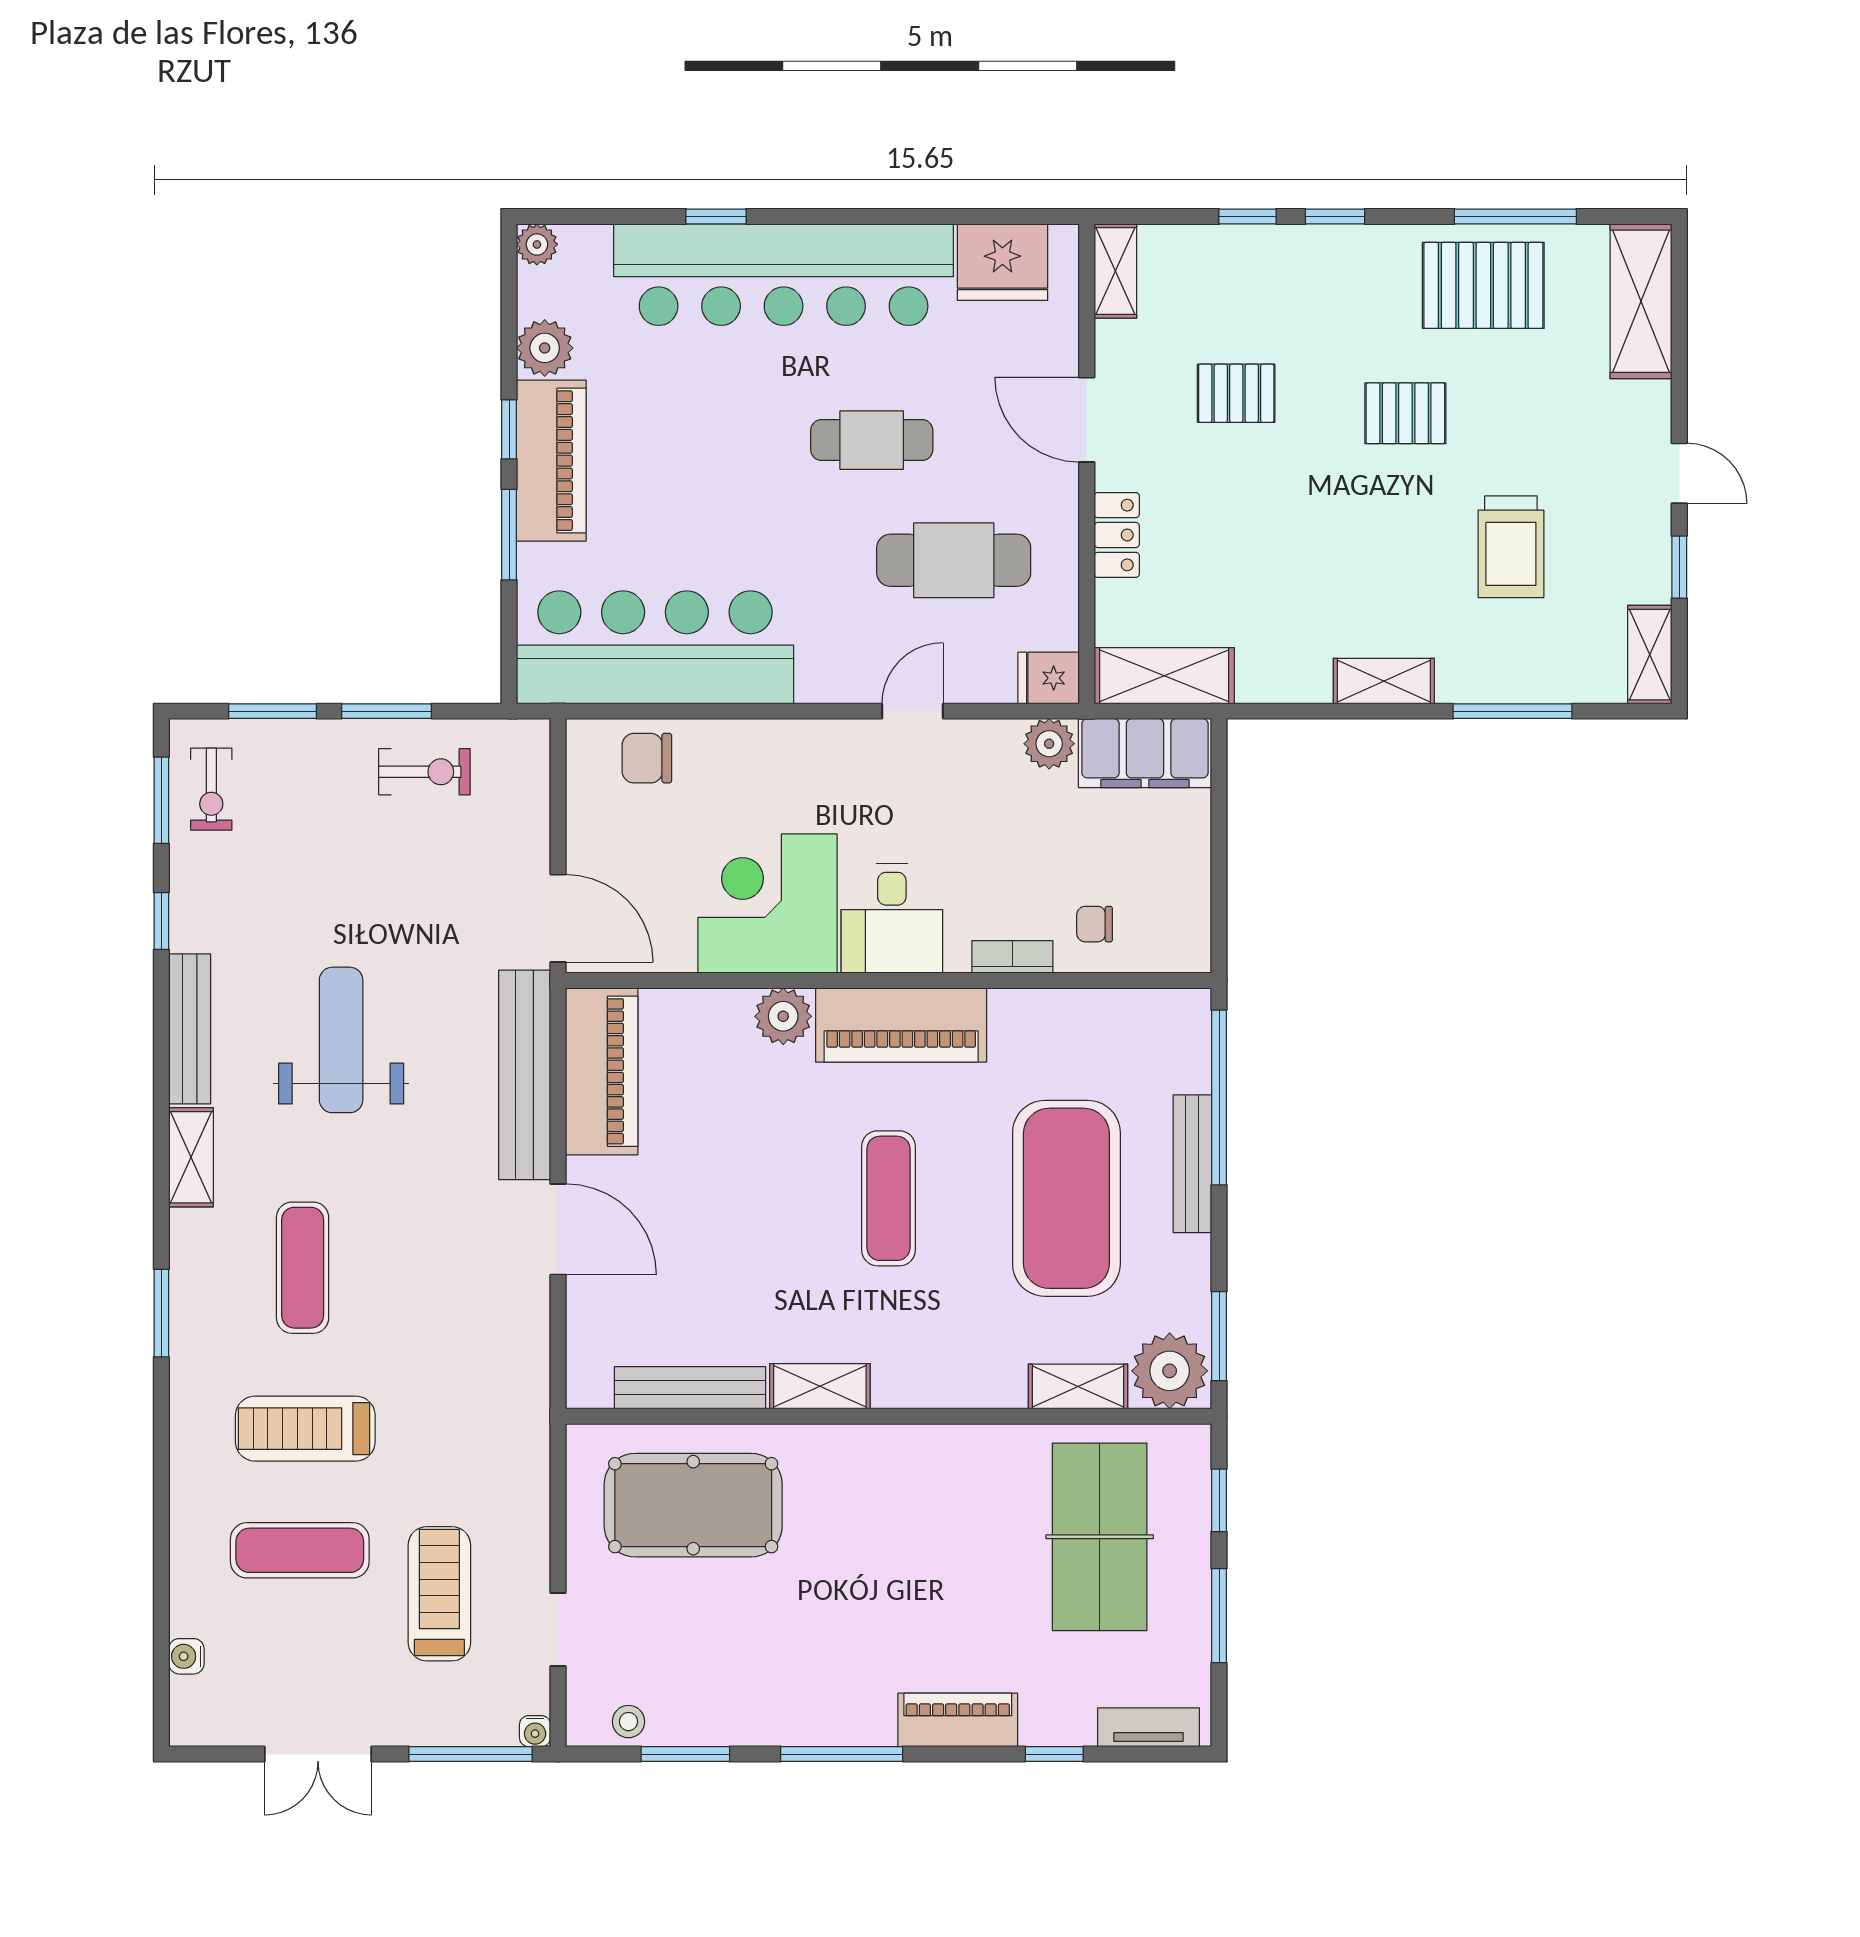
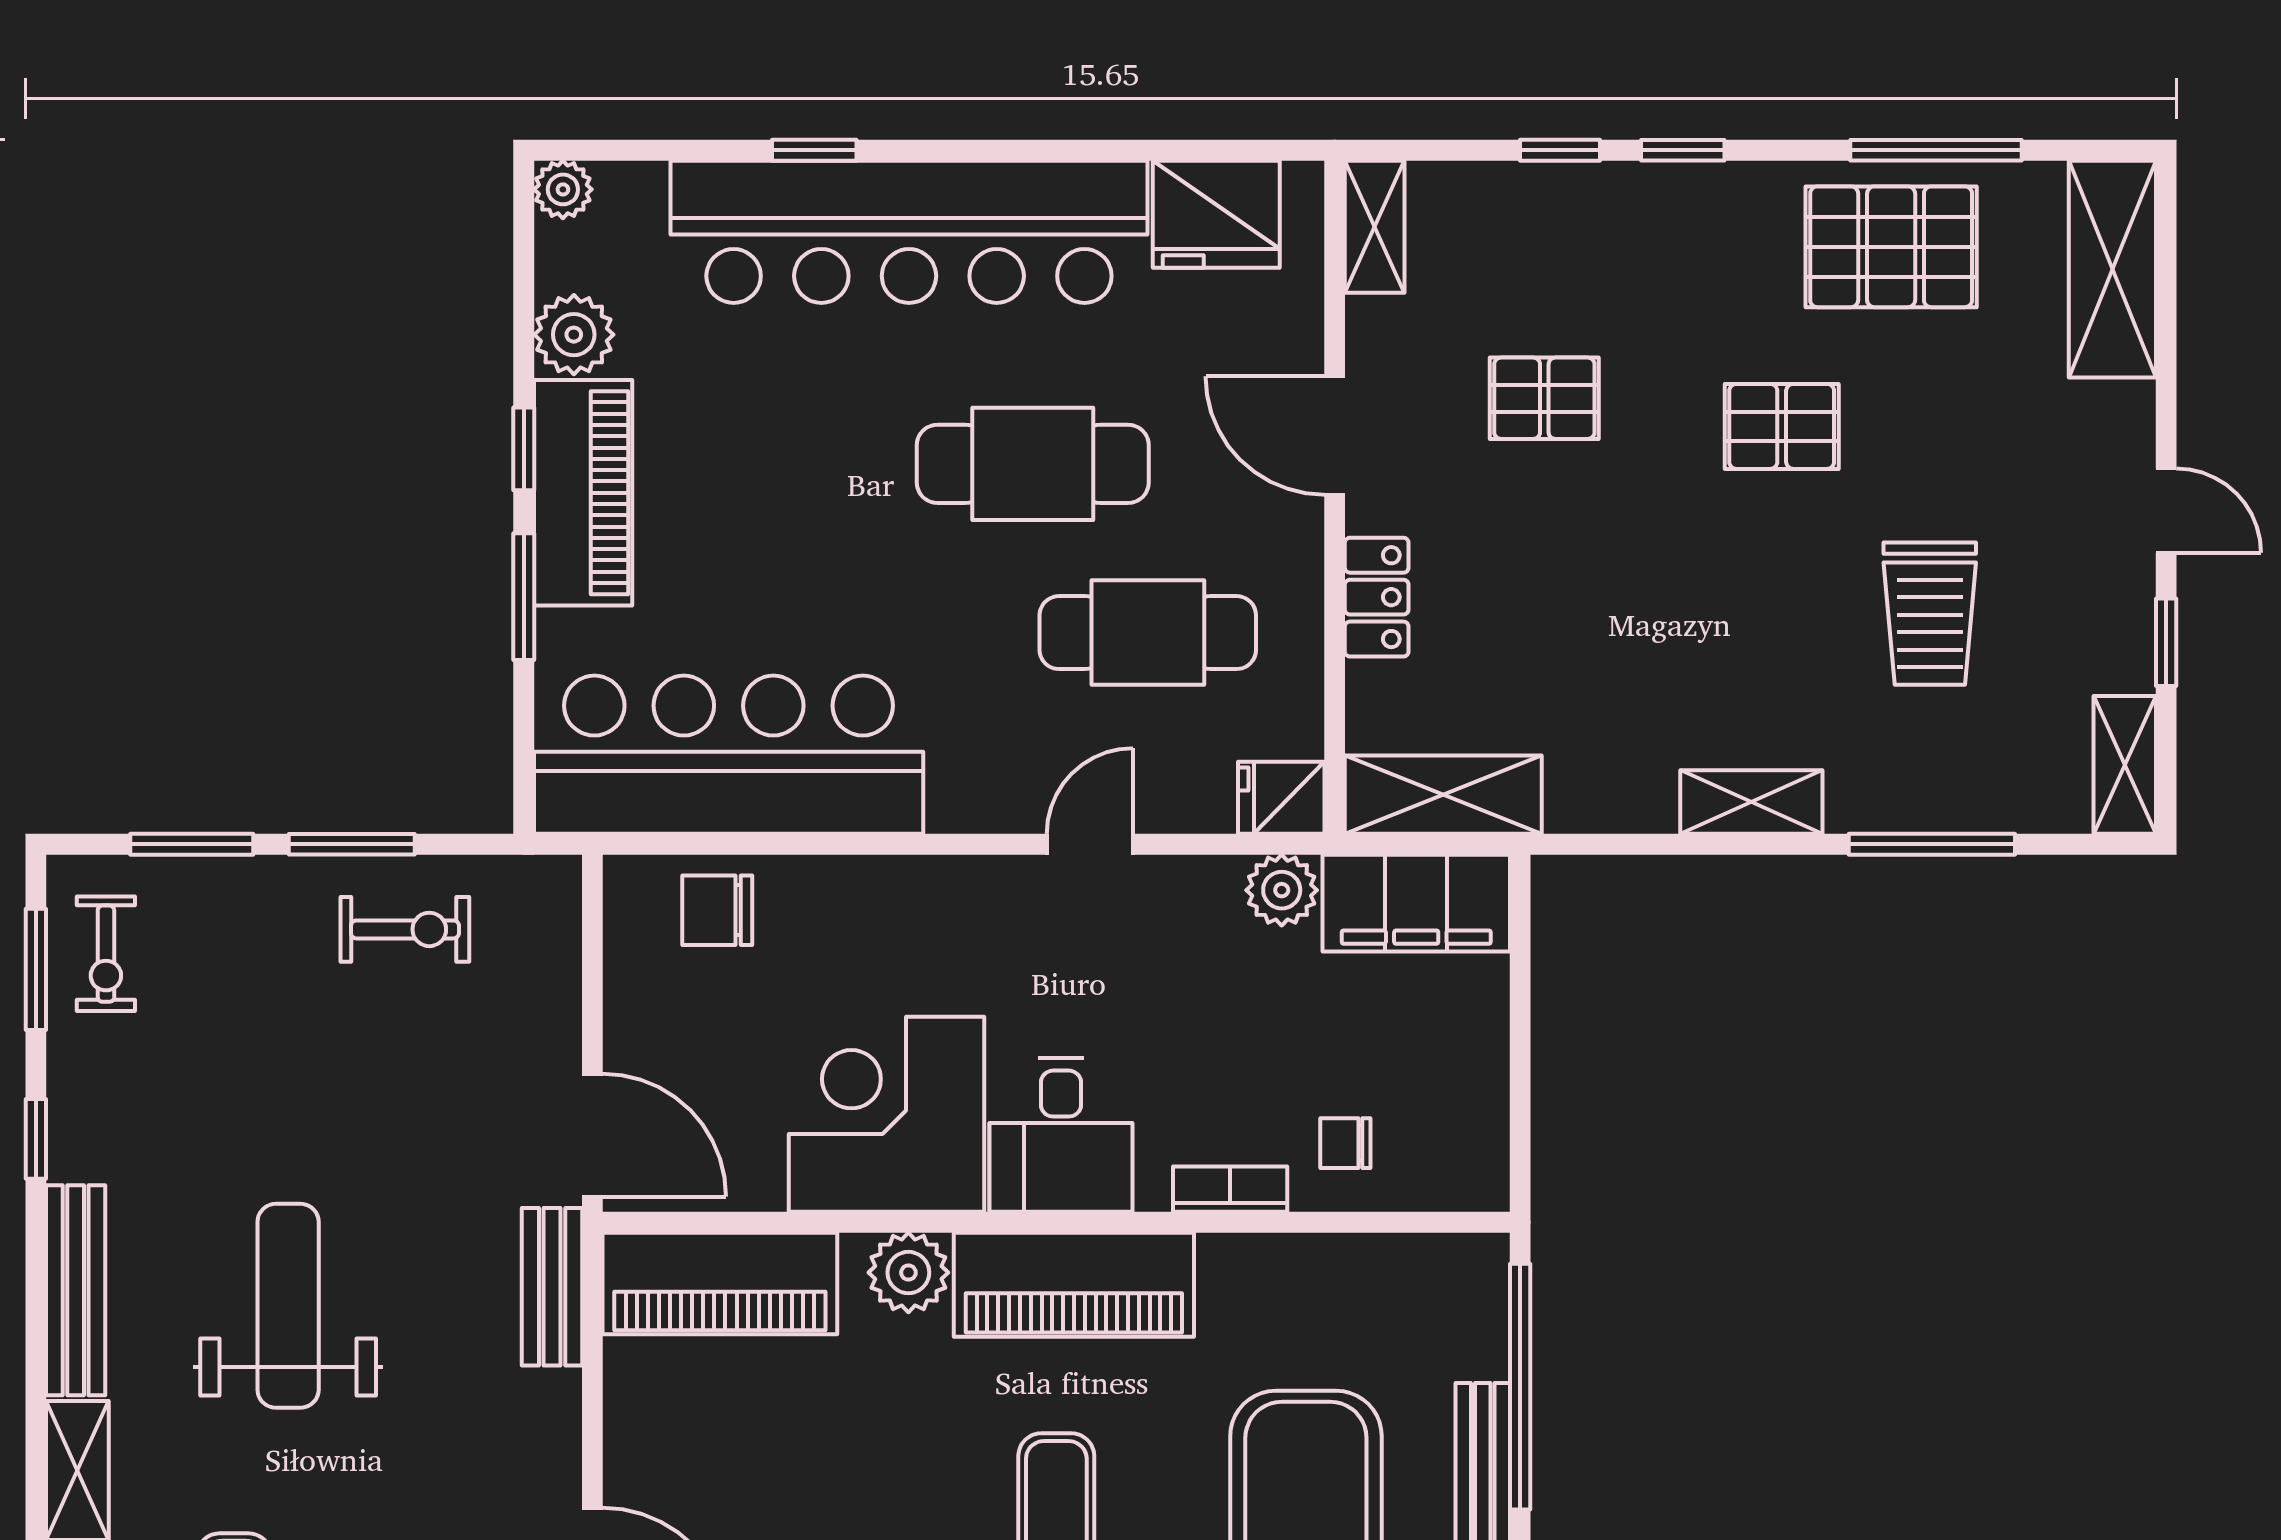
cafe table: (872, 440) -> (1033, 464), width x1.37, depth x1.35
piano: (602, 1071) -> (720, 1283), moved, turned 90
bench: (525, 1075) -> (552, 1287), width x0.54, depth x0.82

